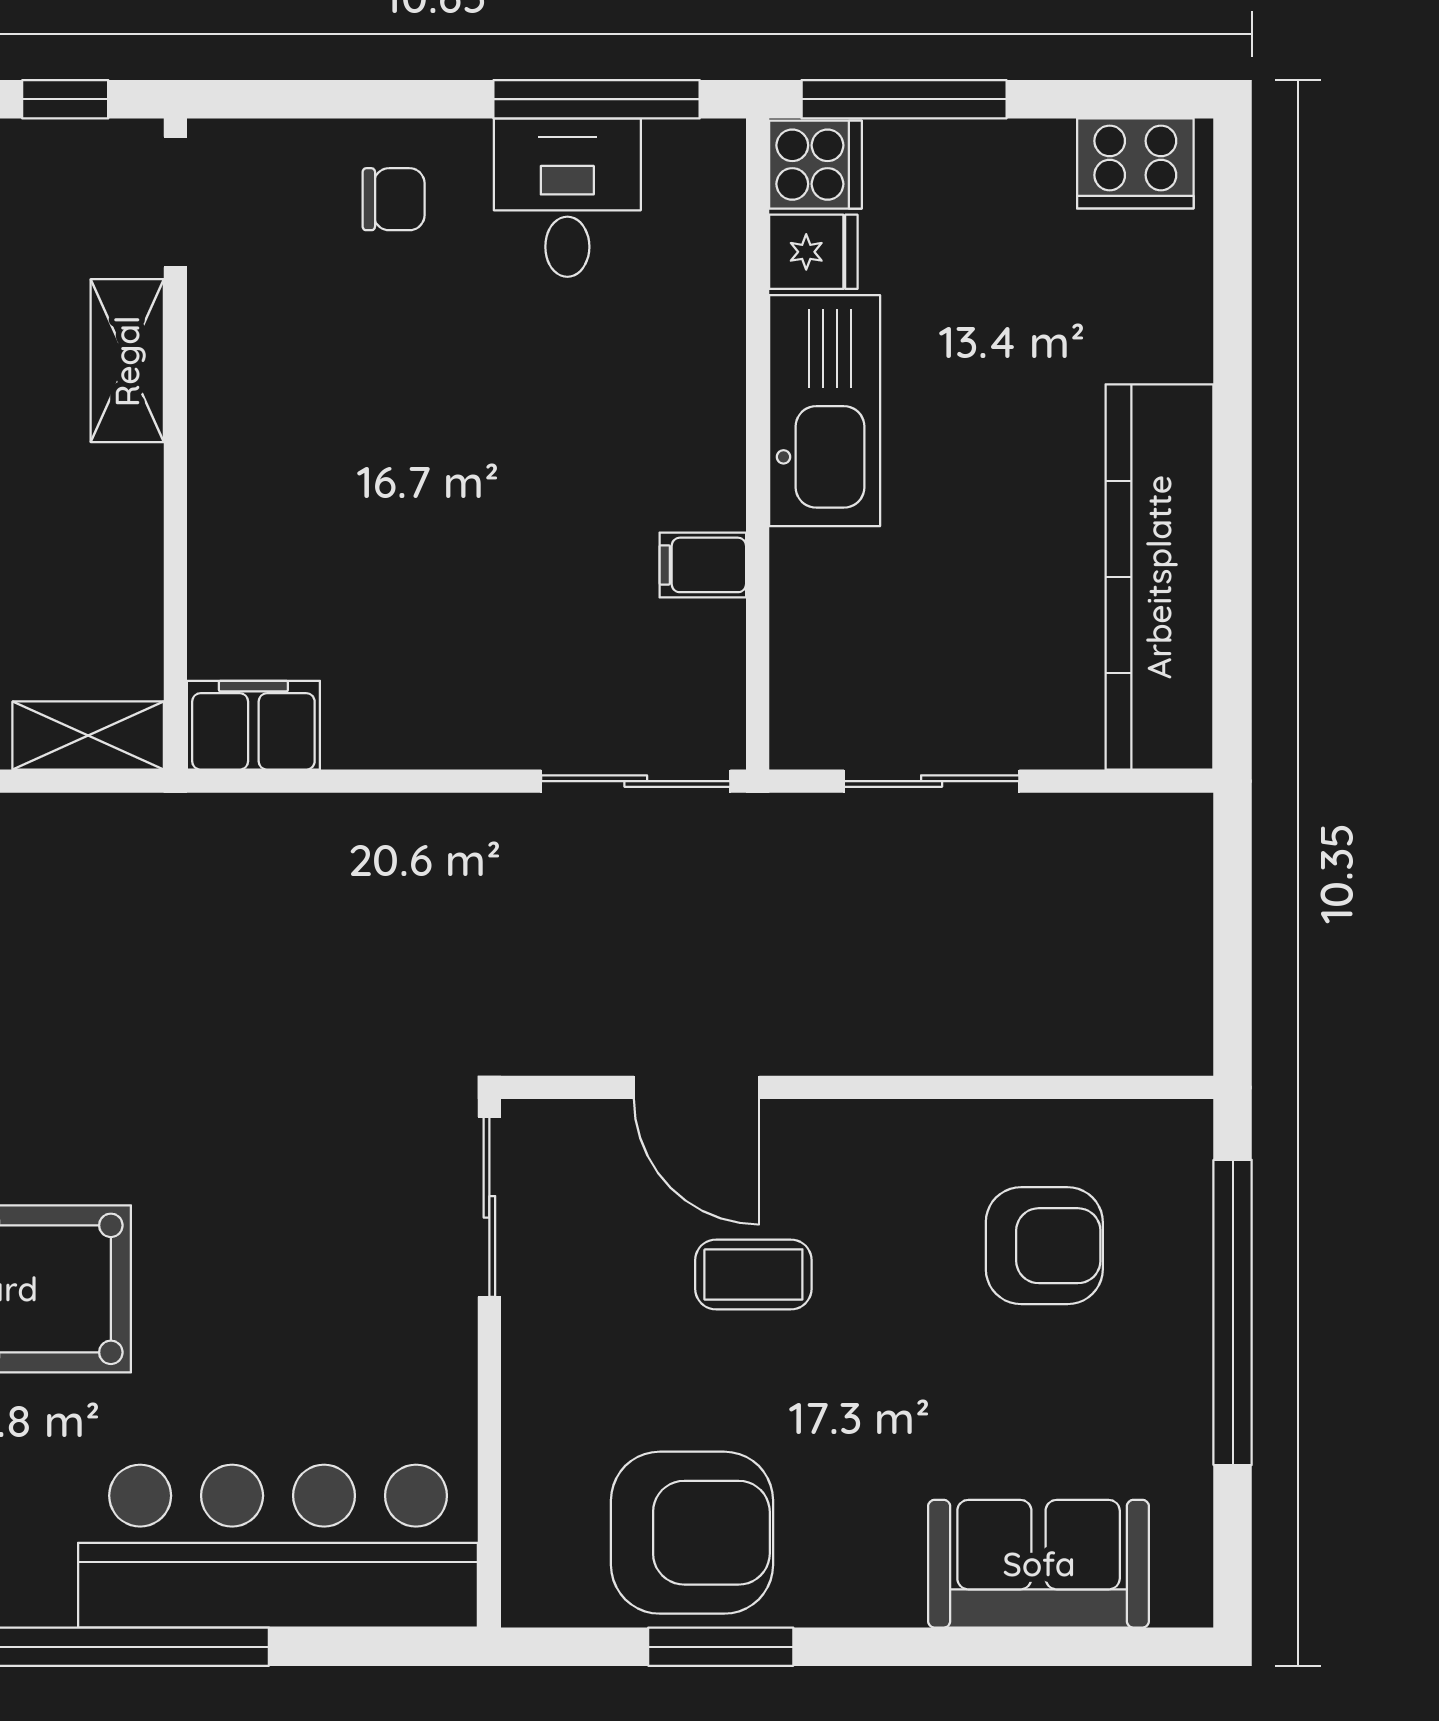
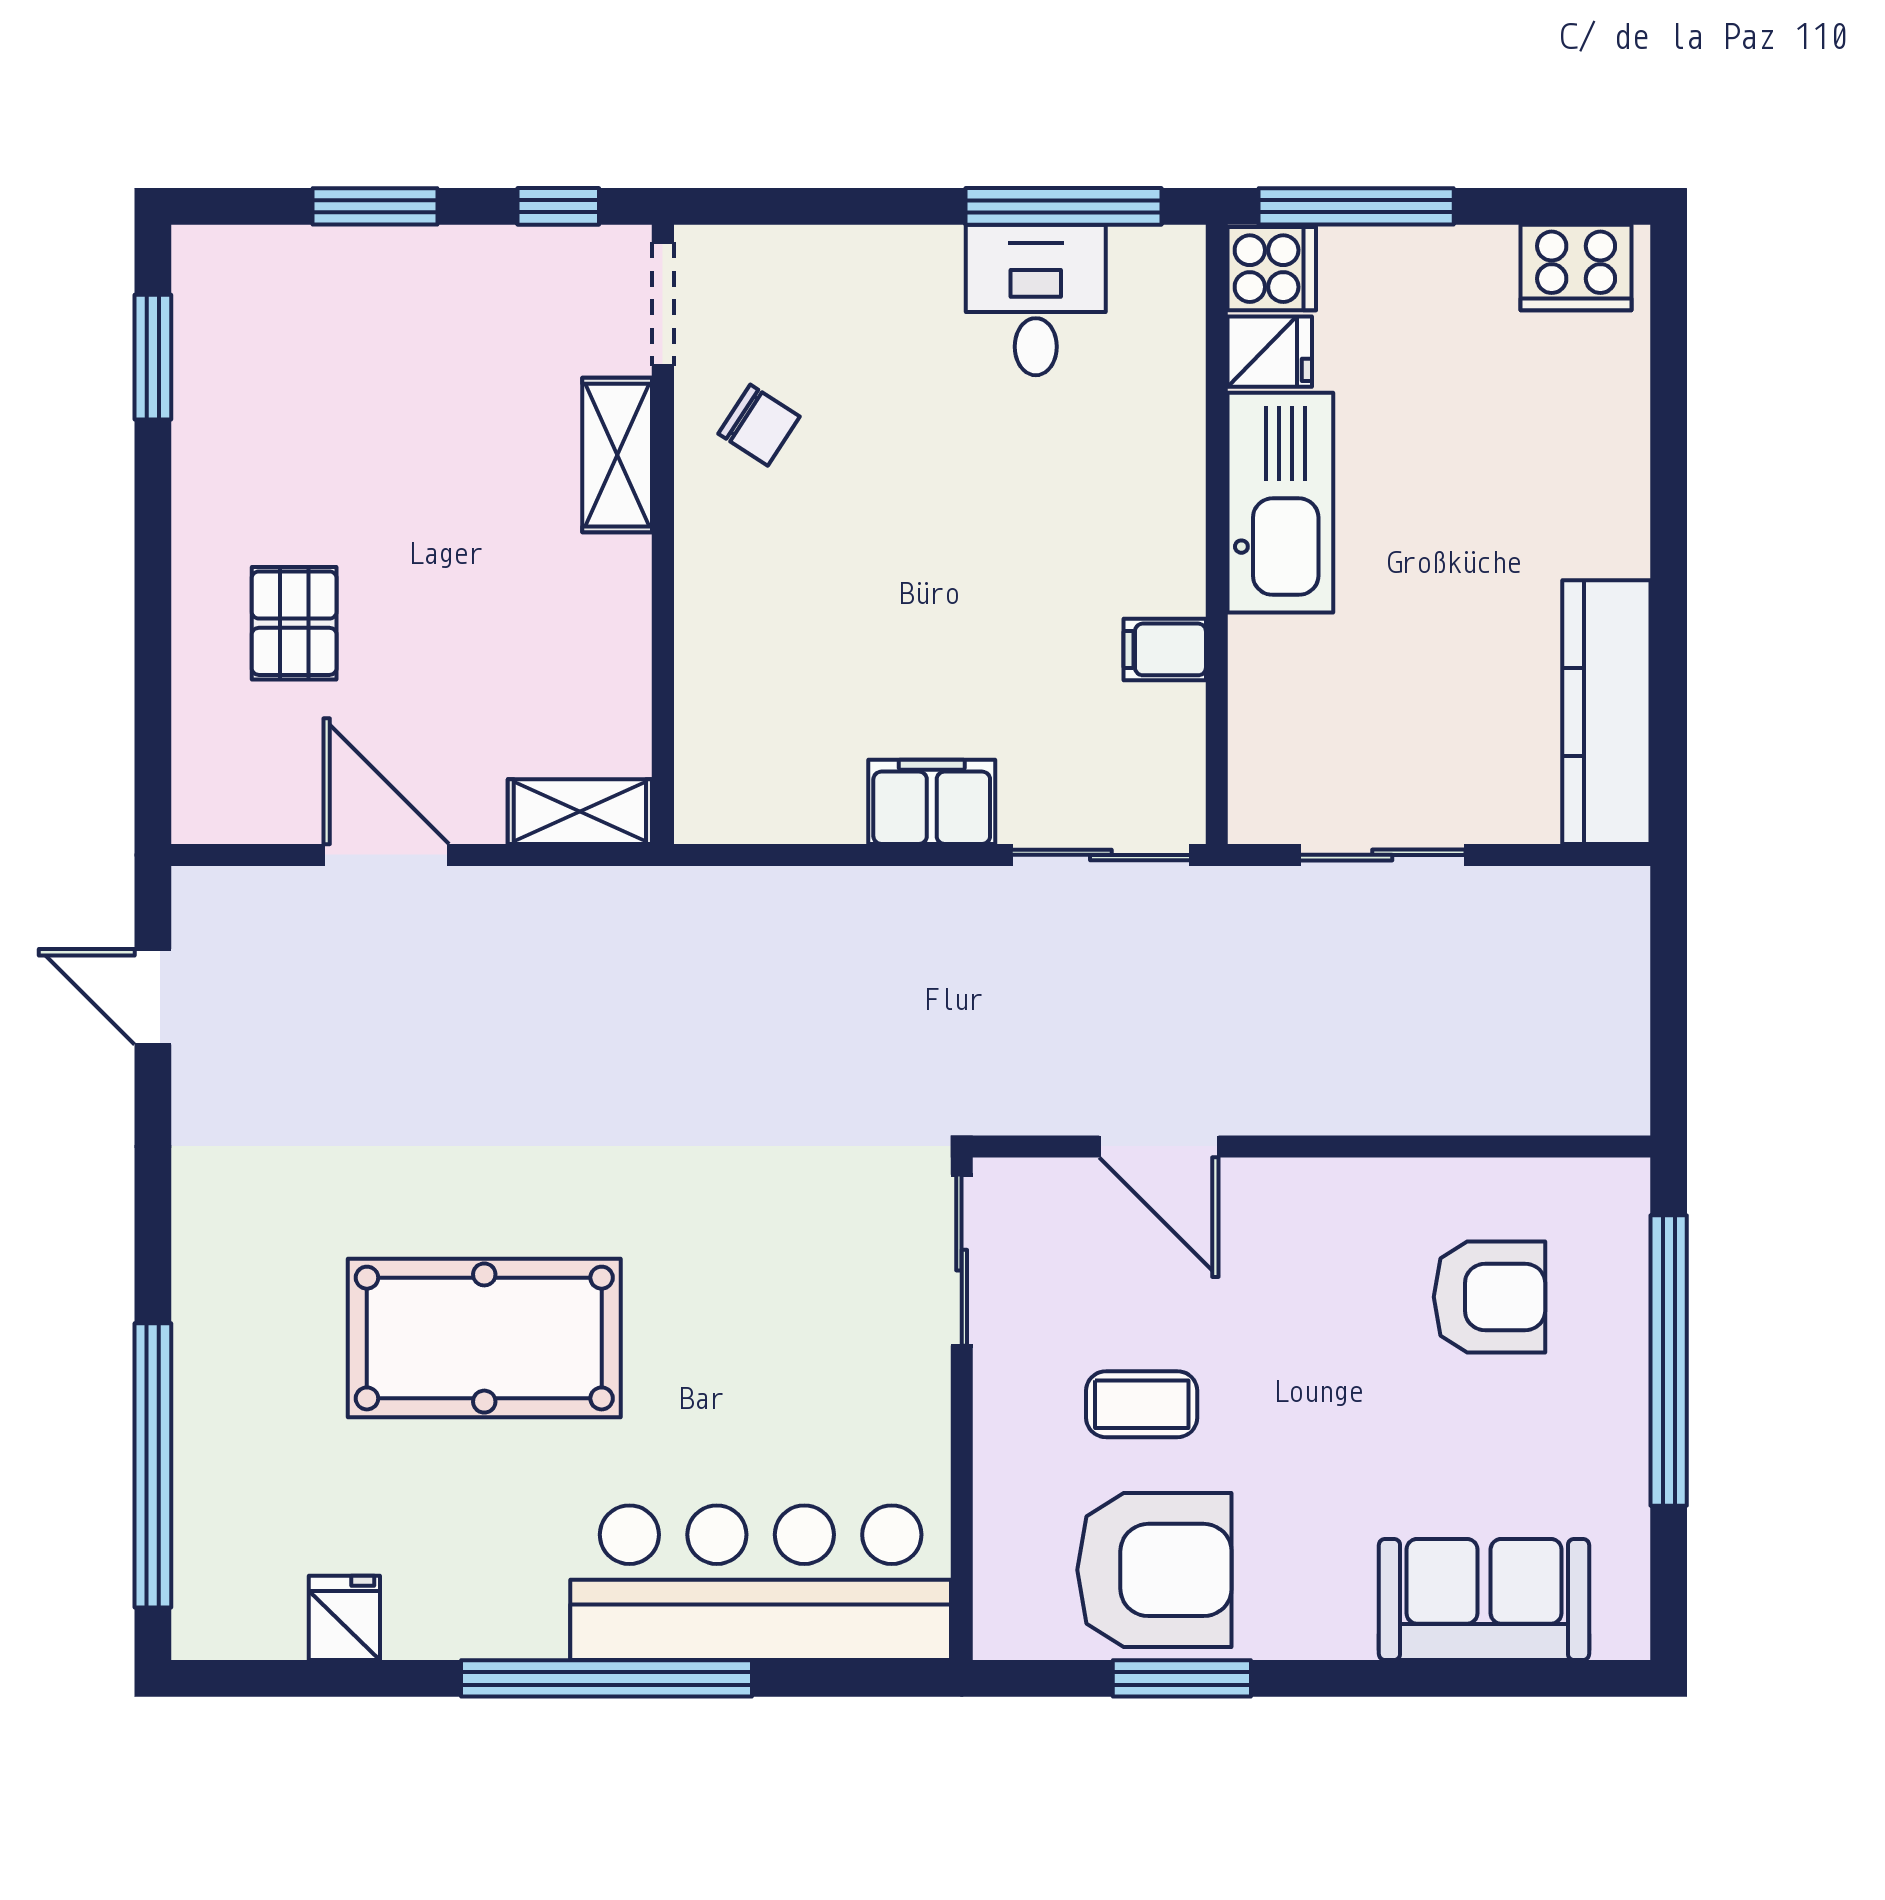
chair: (394, 199) -> (759, 425), moved, turned 33
kitchen counter: (1159, 577) -> (1606, 712), width x0.72, depth x0.86
filing cabinet: (253, 725) -> (932, 802), moved
coffee table: (753, 1274) -> (1142, 1404), moved

